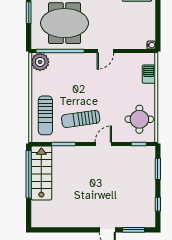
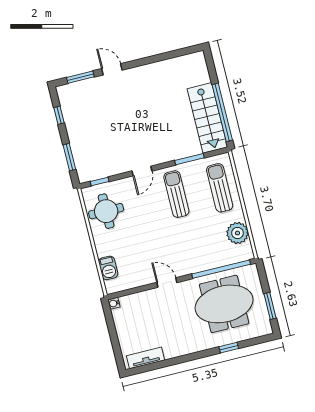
door: (105, 51) -> (167, 283), hinge flipped
plant: (40, 62) -> (237, 233), moved
sun lounger: (81, 119) -> (176, 194), turned -82

